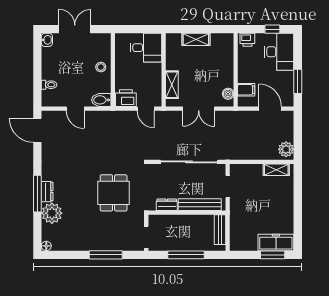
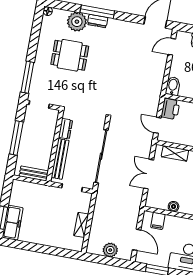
boiler: (228, 94) -> (174, 207), moved
door: (75, 109) -> (172, 47), moved
door: (146, 109) -> (157, 125), hinge flipped
door: (270, 109) -> (137, 240), hinge flipped
plant: (286, 149) -> (110, 250), moved
shelving: (276, 170) -> (81, 225), moved
dining table: (114, 193) -> (70, 55), moved
window: (106, 255) -> (27, 77), moved

